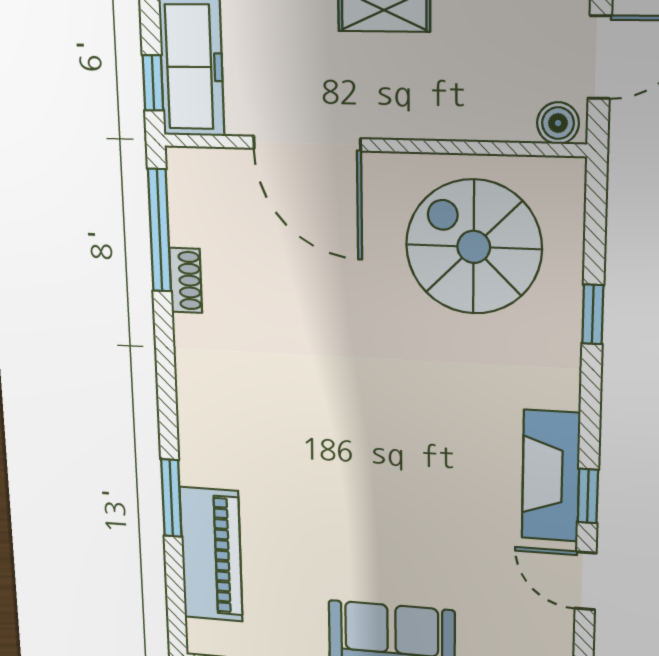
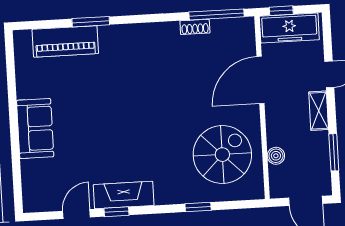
boiler: (558, 123) -> (276, 156), moved

